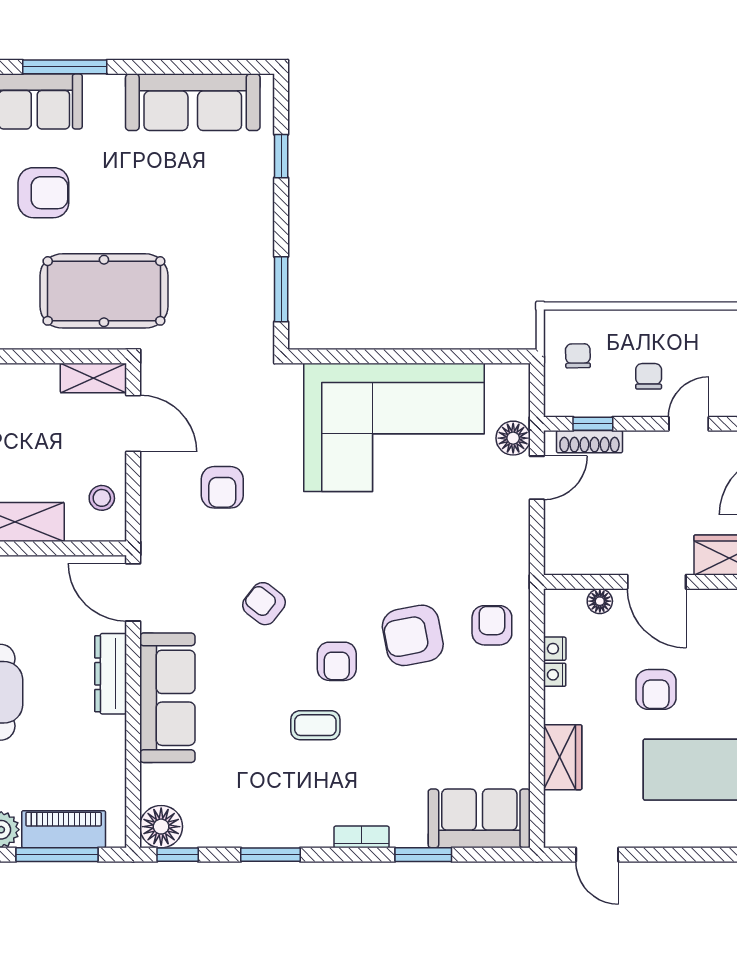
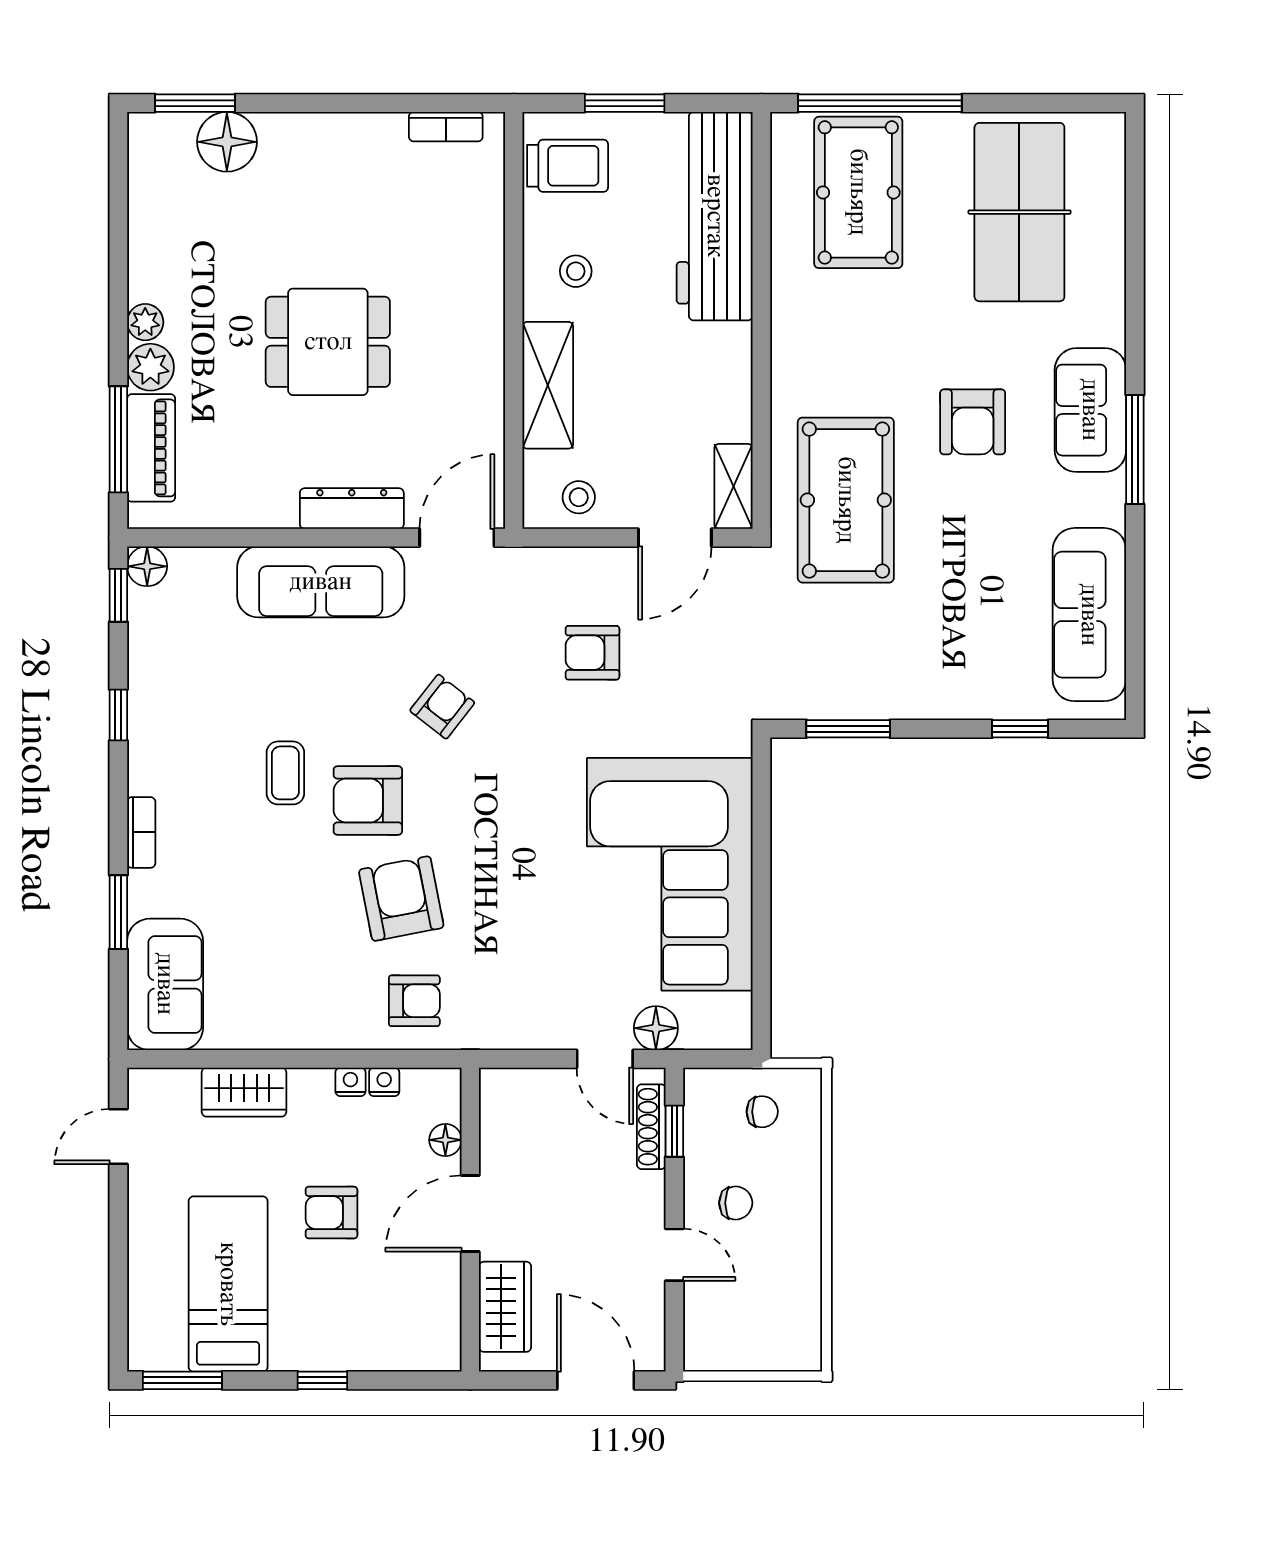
armchair: (337, 661) -> (368, 800), width x1.38, depth x1.38
floor lamp: (161, 827) -> (147, 566), width x0.73, depth x0.73
window: (270, 855) -> (118, 715), width x0.67

